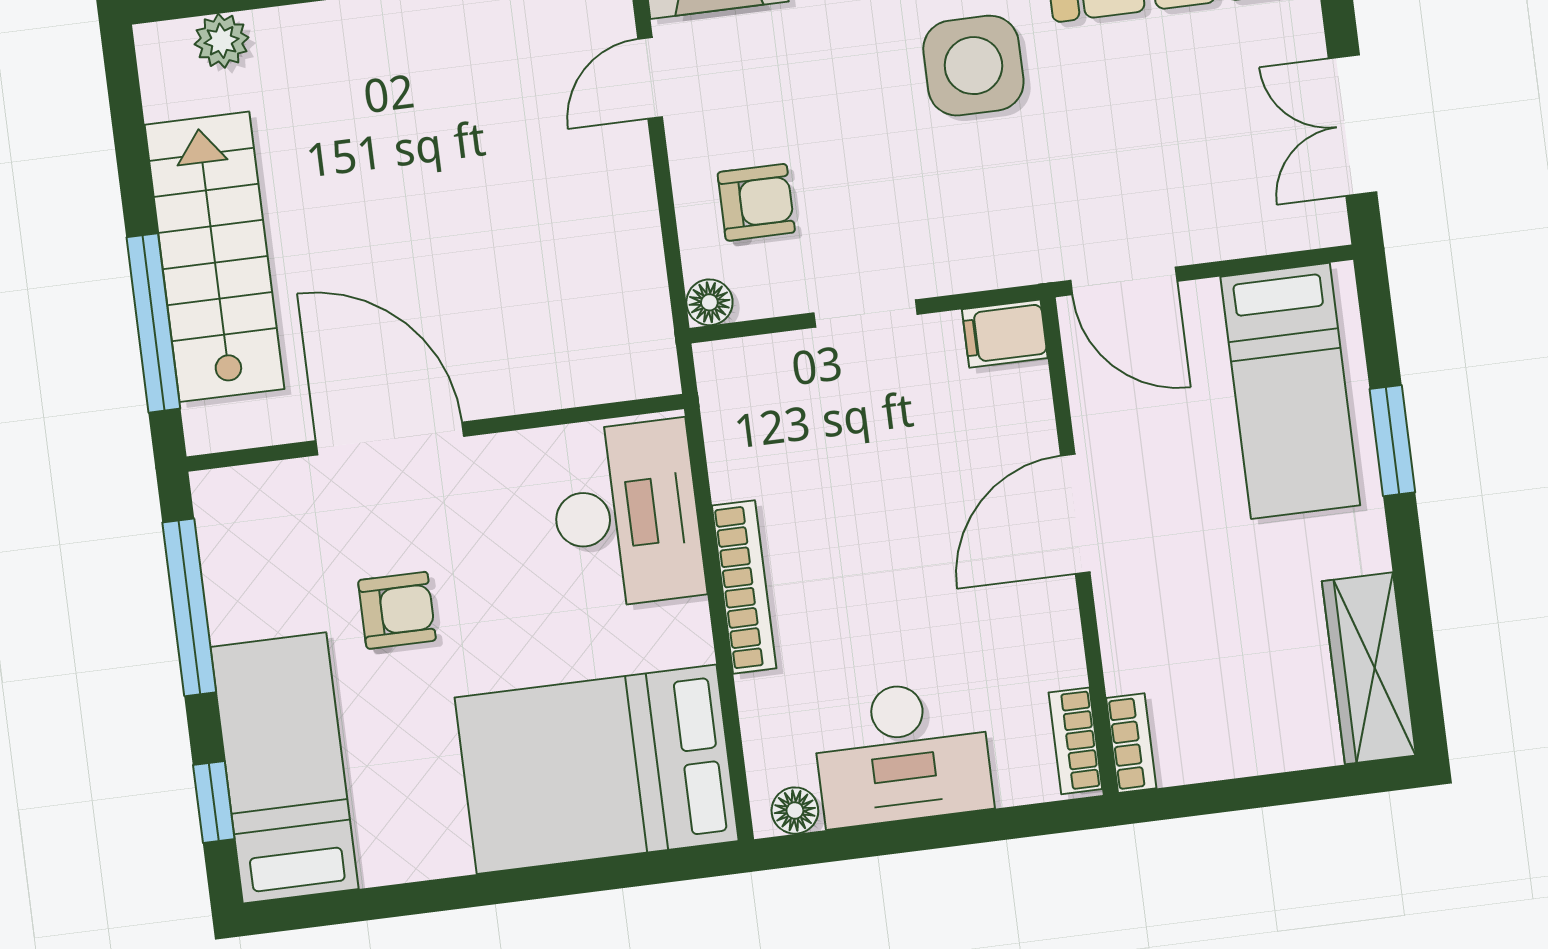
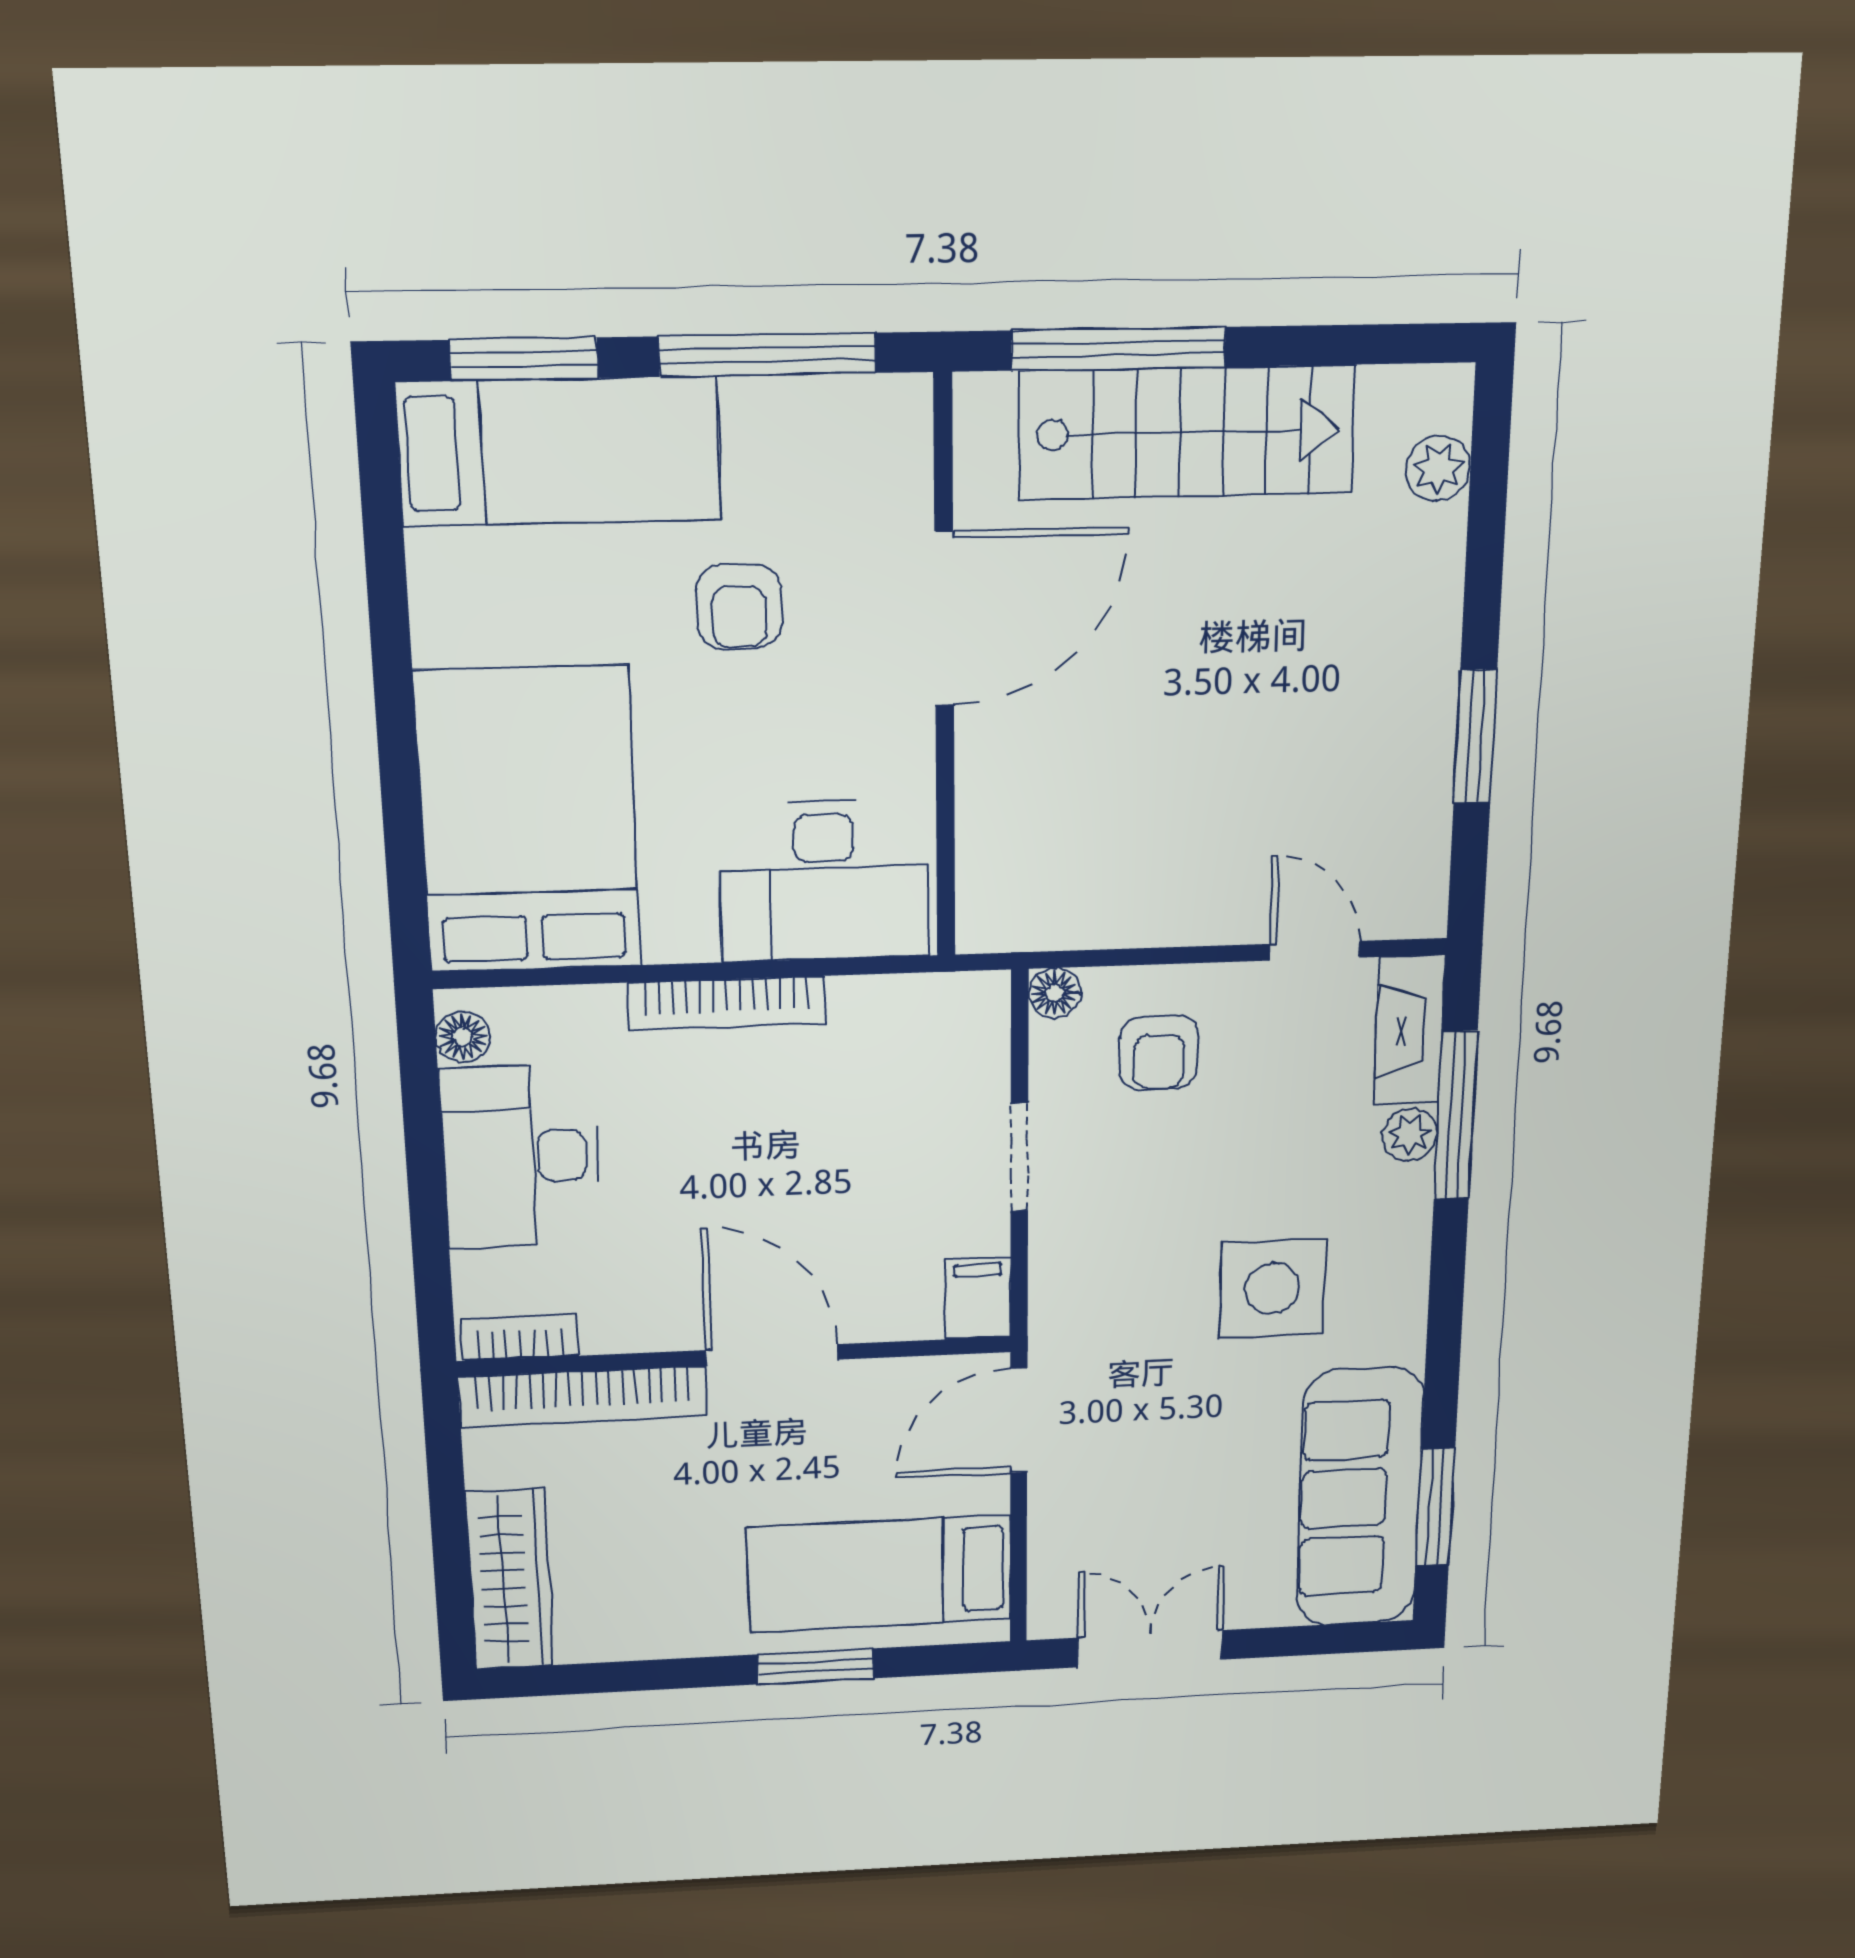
wardrobe: (1369, 668) -> (510, 1579), moved, turned 90
bookcase: (1131, 743) -> (583, 1396), width x2.31, depth x1.31
window: (214, 802) -> (524, 359), width x1.50

